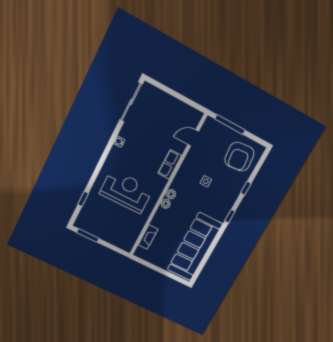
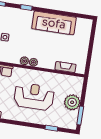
reception desk: (126, 191) -> (34, 96), turned 90
plant: (106, 231) -> (72, 102), added
sofa: (195, 247) -> (54, 23), width x0.74, depth x0.79

